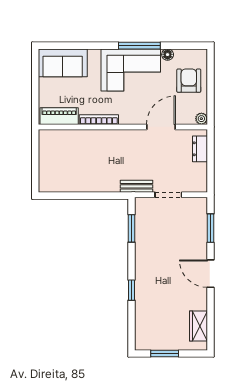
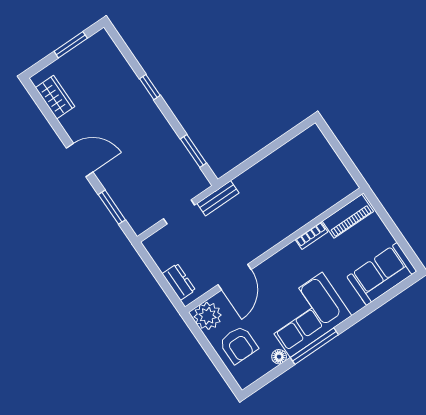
plant: (201, 119) -> (208, 316), width x1.87, depth x1.87
bookcase: (99, 120) -> (312, 236), width x0.64

